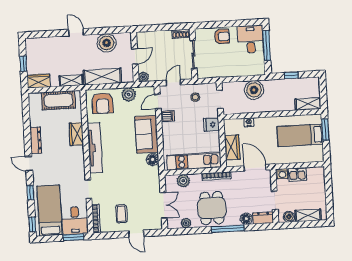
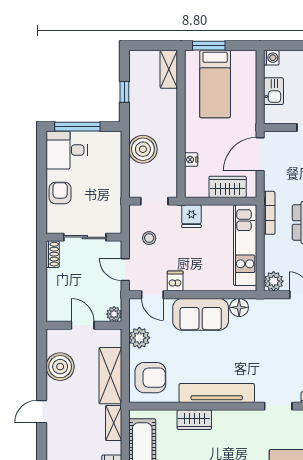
washing machine: (282, 174) -> (271, 58), moved
plant: (183, 181) -> (274, 281), moved

